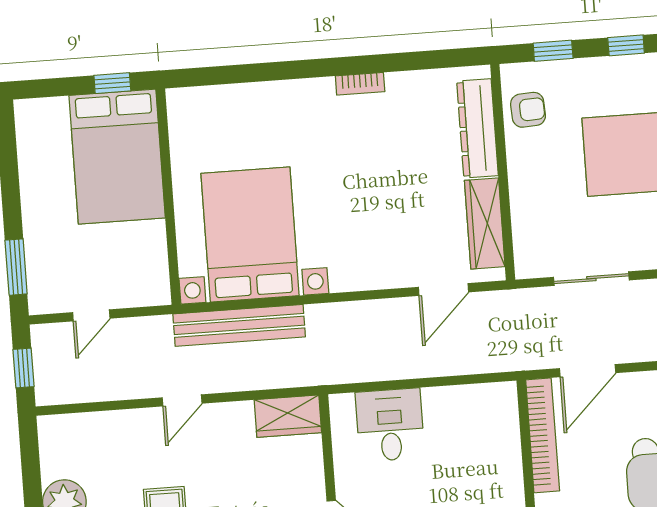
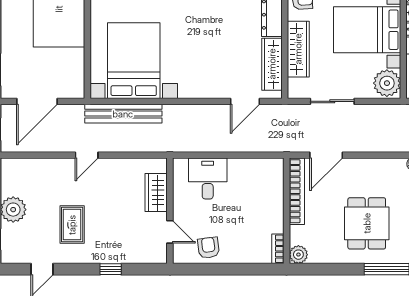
wardrobe: (527, 195) -> (298, 49), added
door: (91, 315) -> (37, 101), width x1.87
wardrobe: (288, 416) -> (156, 193), moved, turned 90

